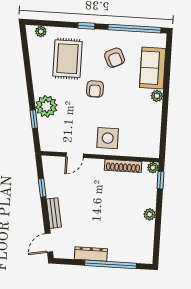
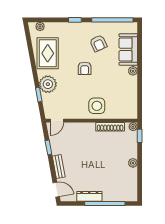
rug: (68, 59) -> (48, 53), moved
door: (75, 155) -> (57, 121), moved
door: (49, 243) -> (56, 190), swing flipped

